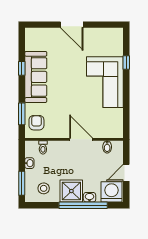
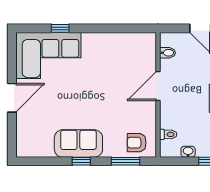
window: (22, 68) -> (81, 161), moved
sofa: (36, 77) -> (78, 143), width x0.73
corner sofa: (105, 82) -> (48, 56), moved

